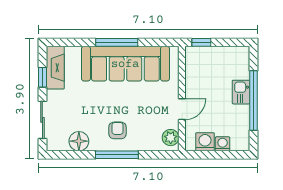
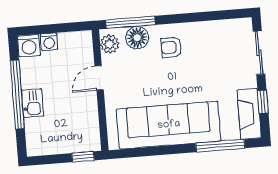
window: (117, 42) -> (220, 146), moved
armchair: (118, 130) -> (171, 47), turned 90
floor lamp: (79, 141) -> (137, 38), moved
washing machine: (205, 142) -> (29, 46), moved
window: (117, 155) -> (131, 22), moved

